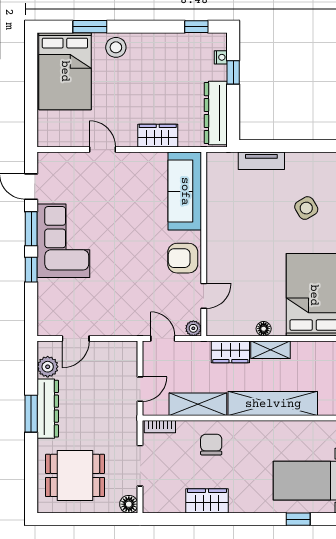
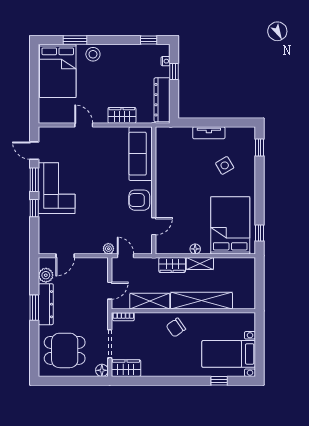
tv unit: (261, 161) -> (209, 133), moved
plant: (193, 328) -> (108, 249), moved
chair: (211, 445) -> (176, 328), moved, turned -125
wardrobe: (207, 501) -> (126, 368), moved

